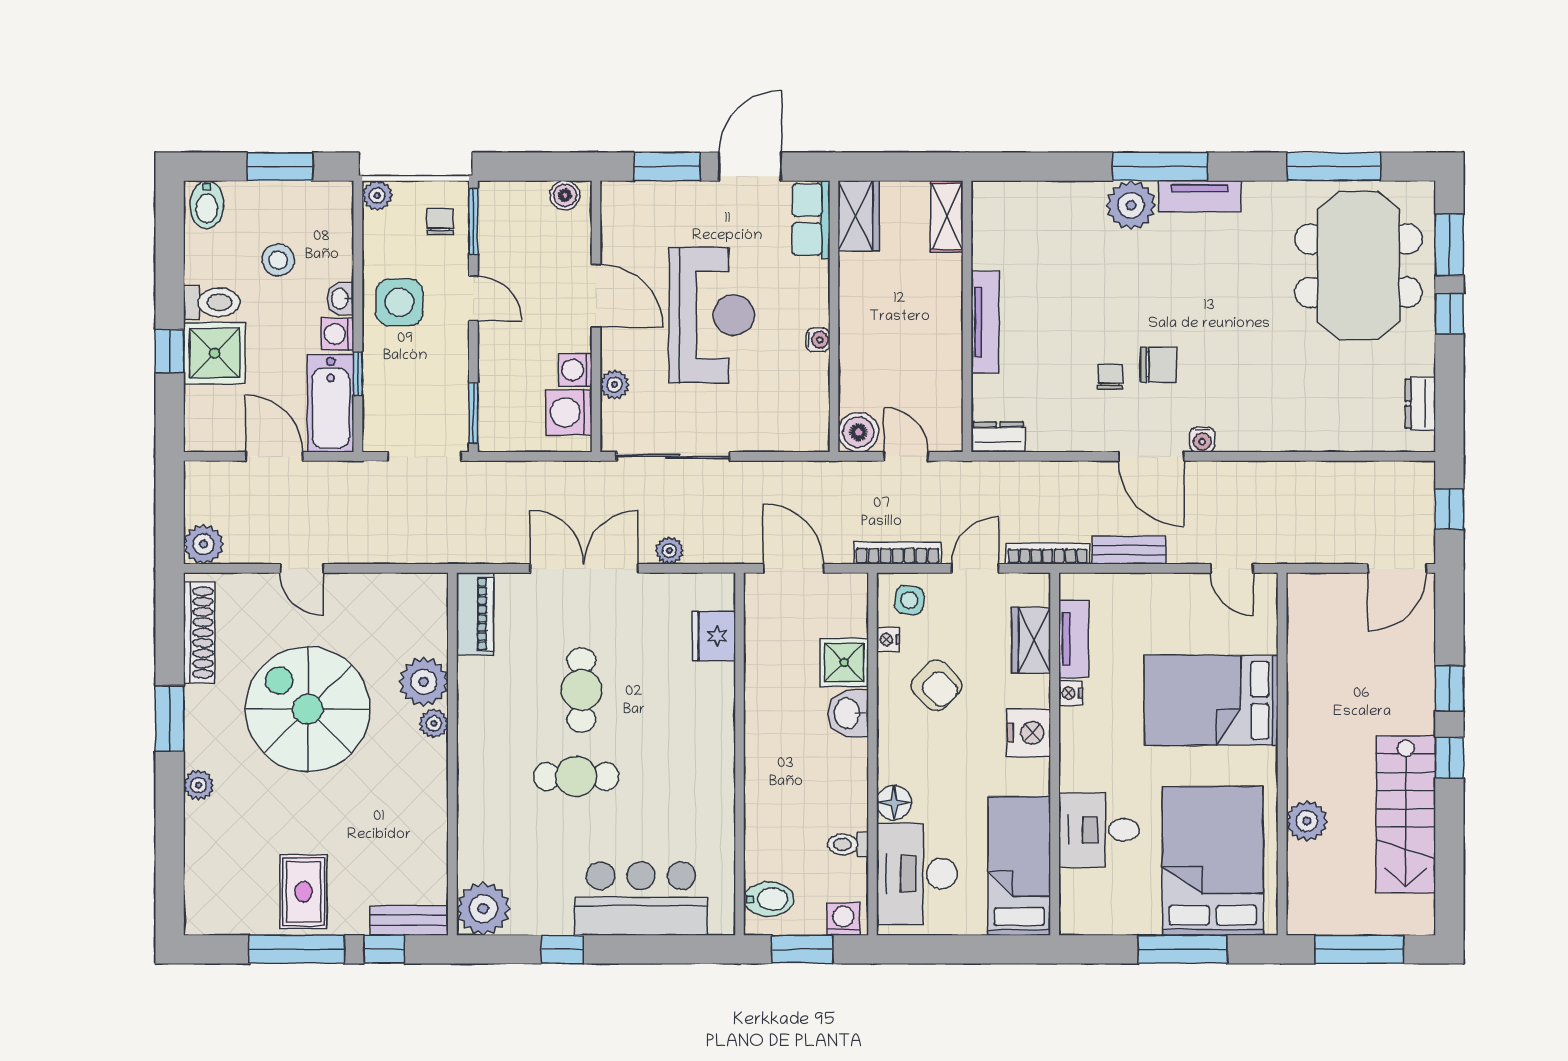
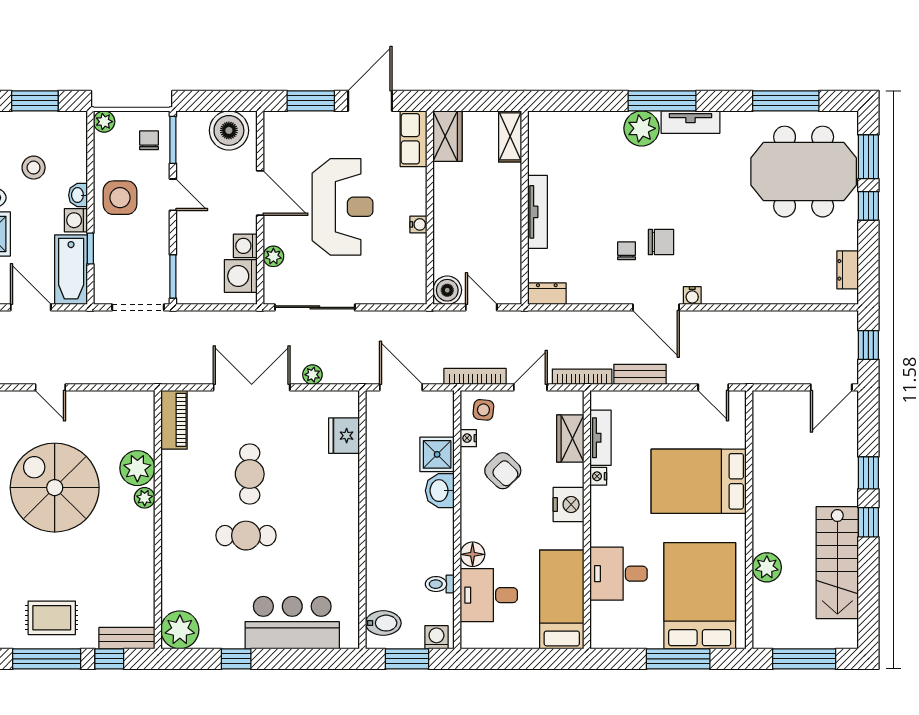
boiler: (565, 195) -> (229, 130), width x1.86, depth x1.86
meeting table: (1358, 266) -> (804, 172), turned 90
desk: (917, 874) -> (489, 595), width x0.73
rug: (304, 892) -> (52, 618), turned 90

